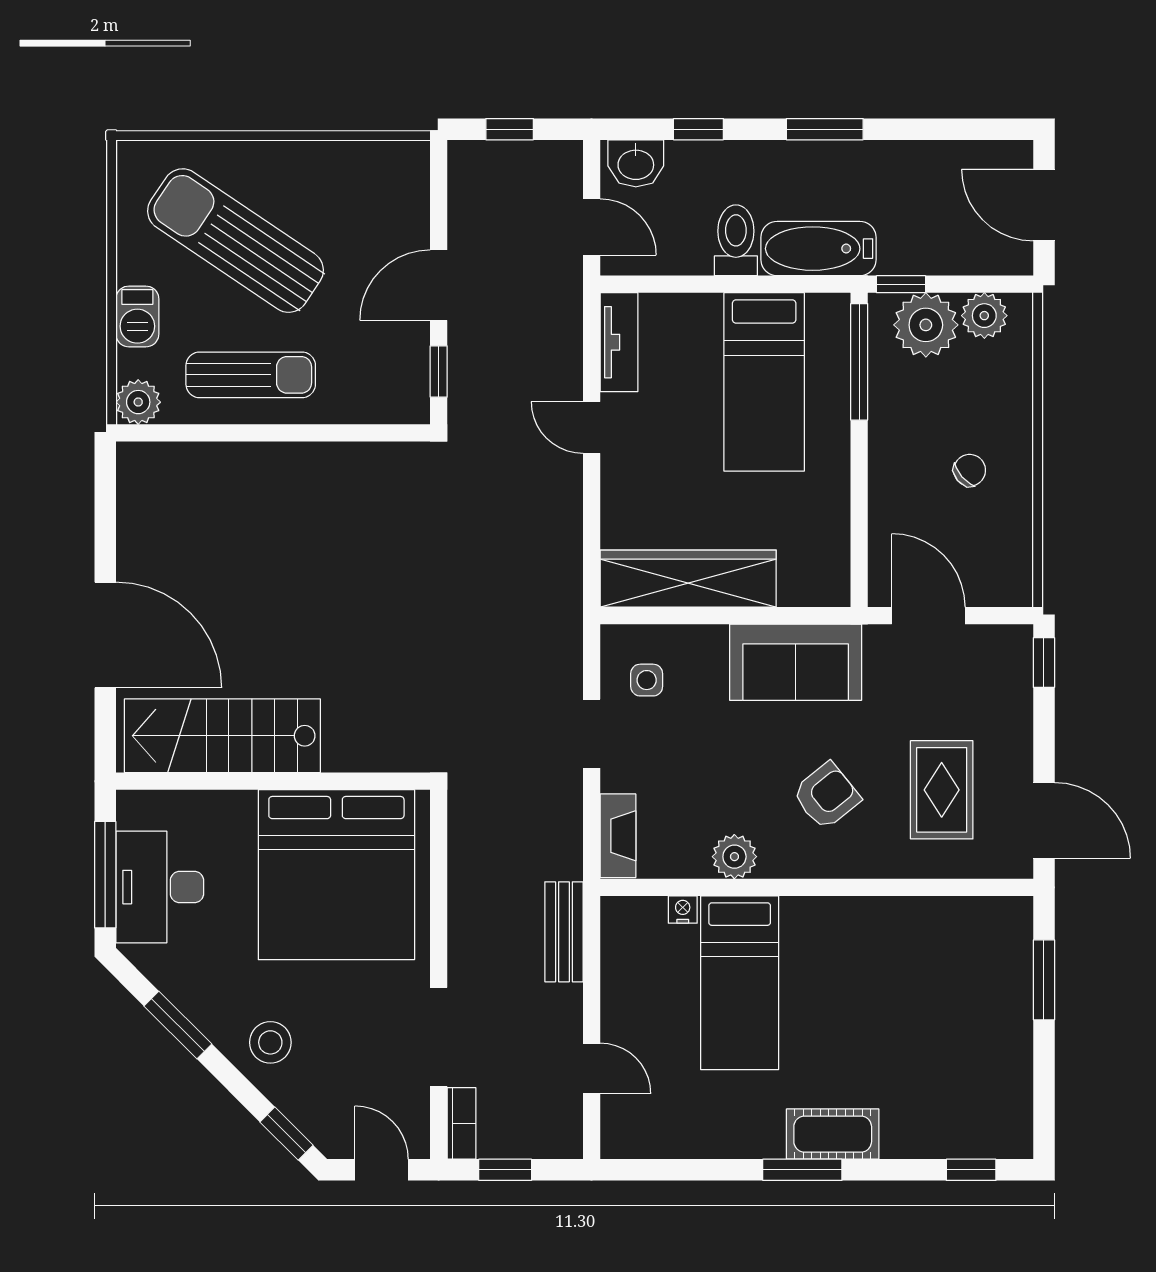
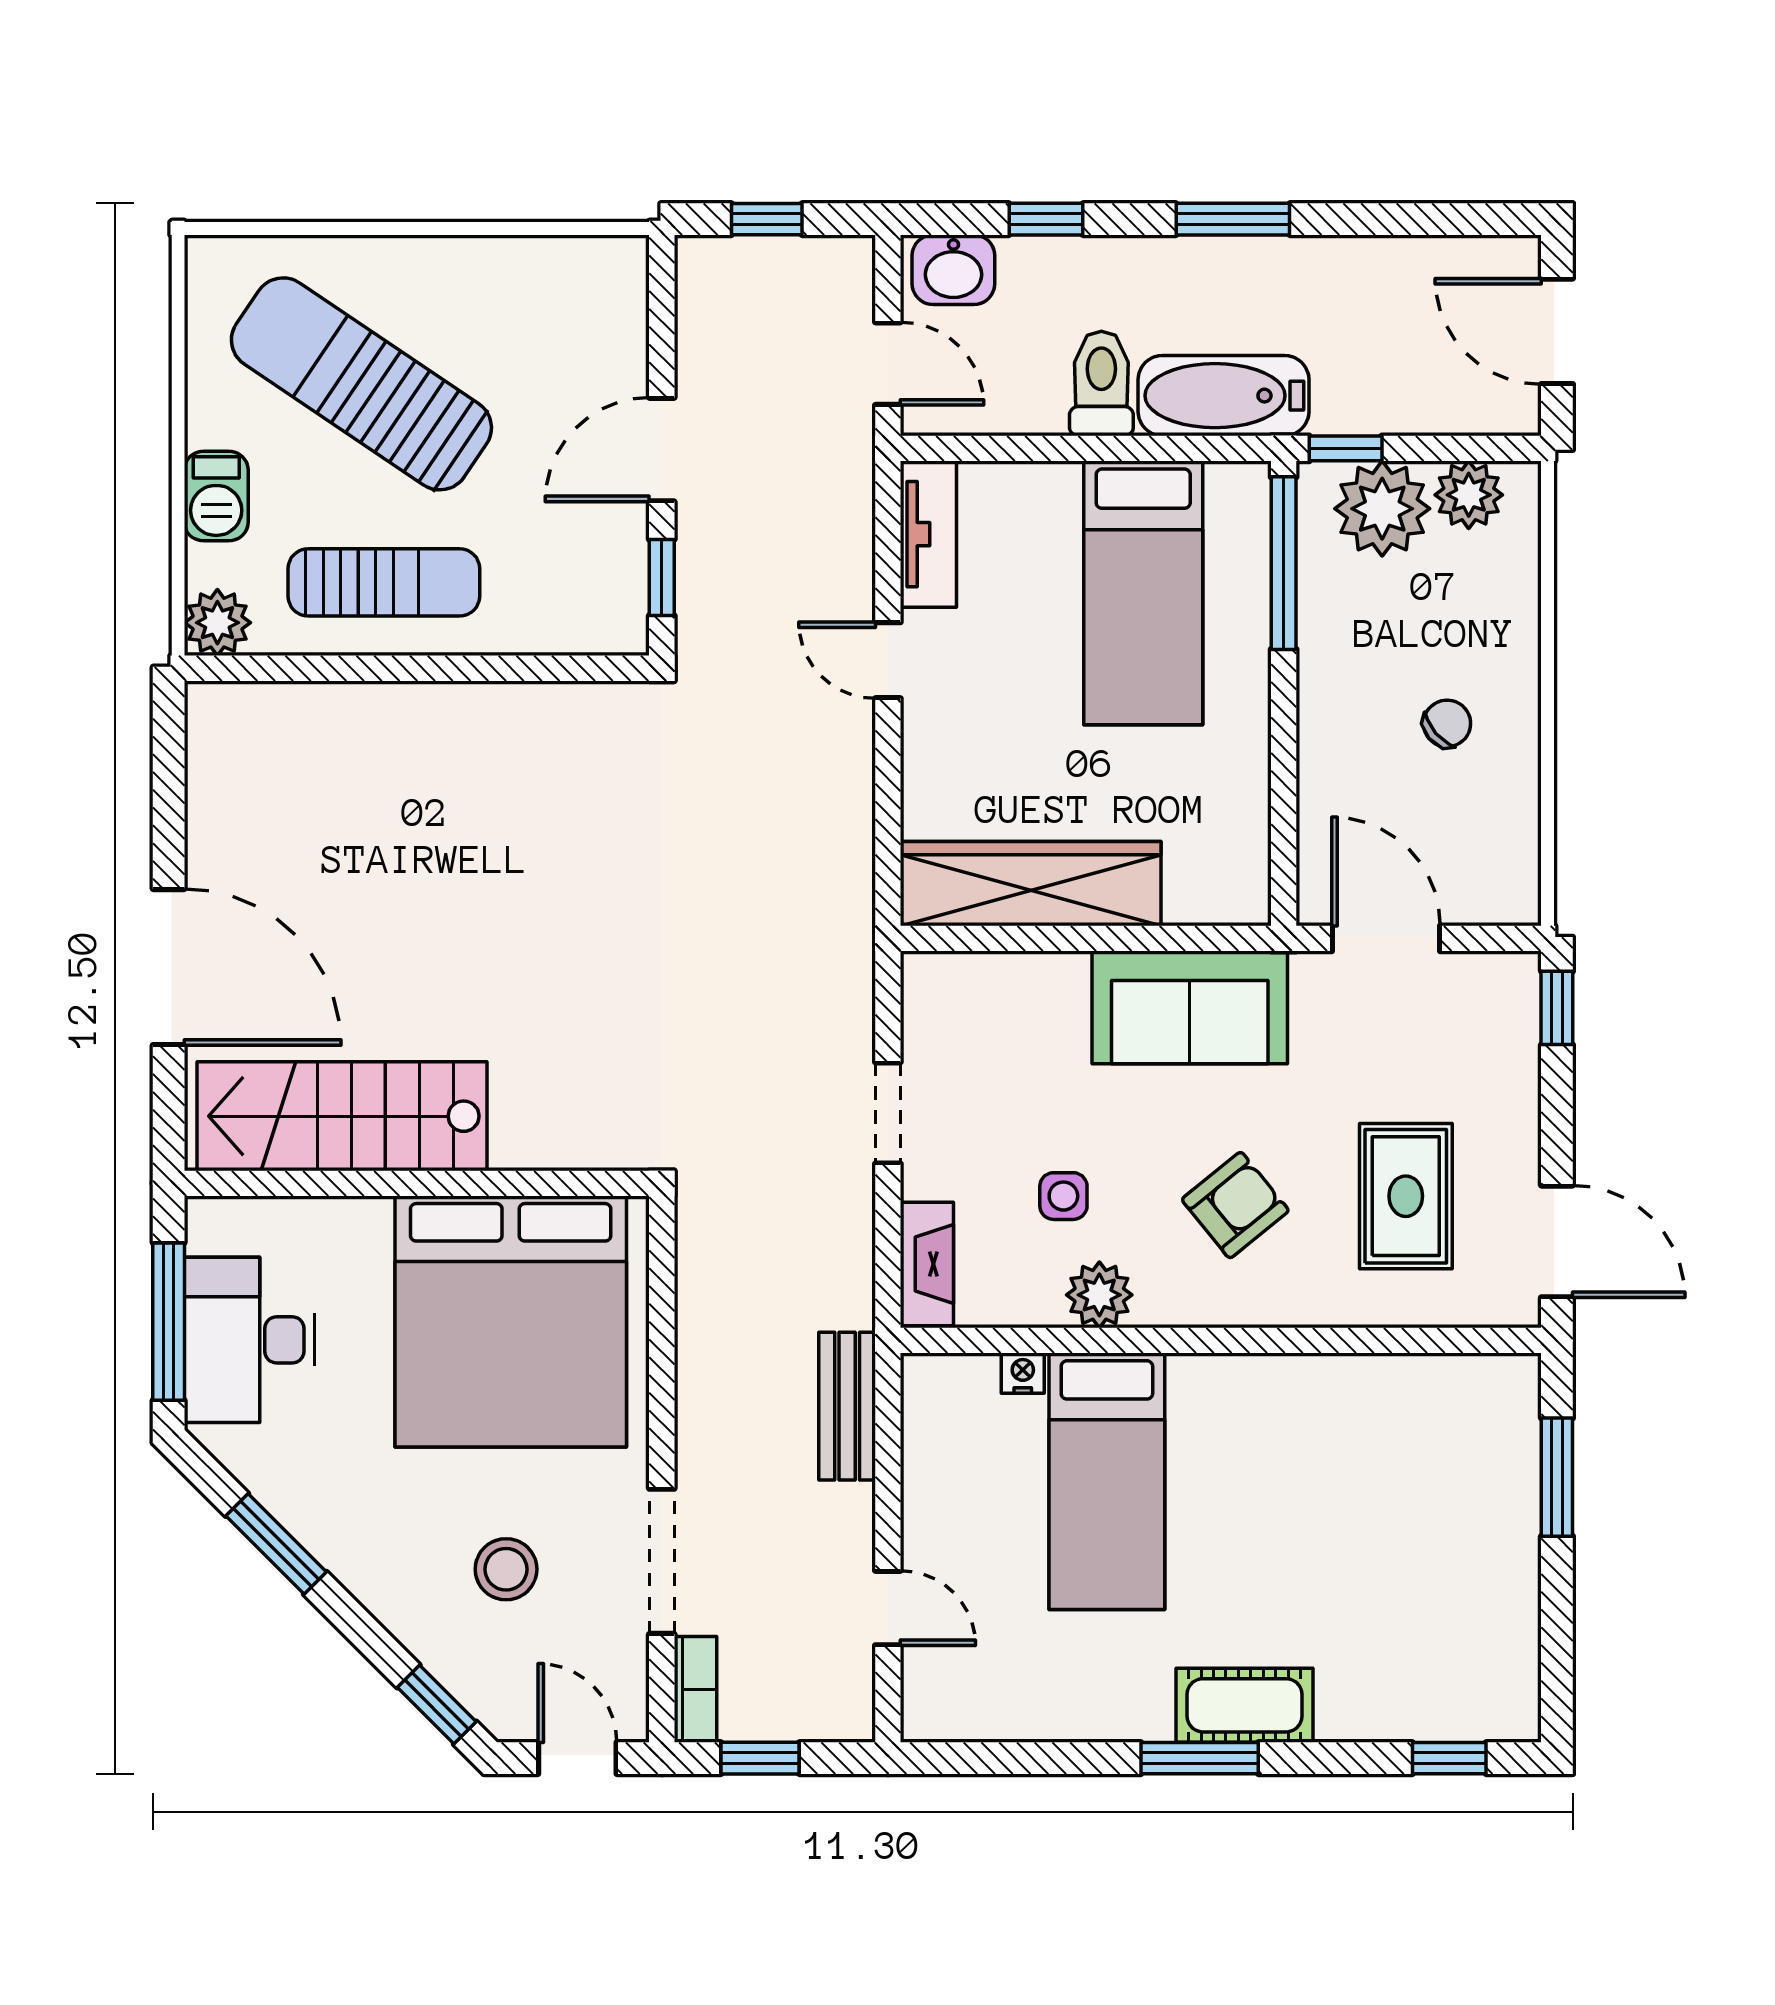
side table: (647, 680) -> (1063, 1196), moved
stool: (270, 1042) -> (506, 1569), moved

